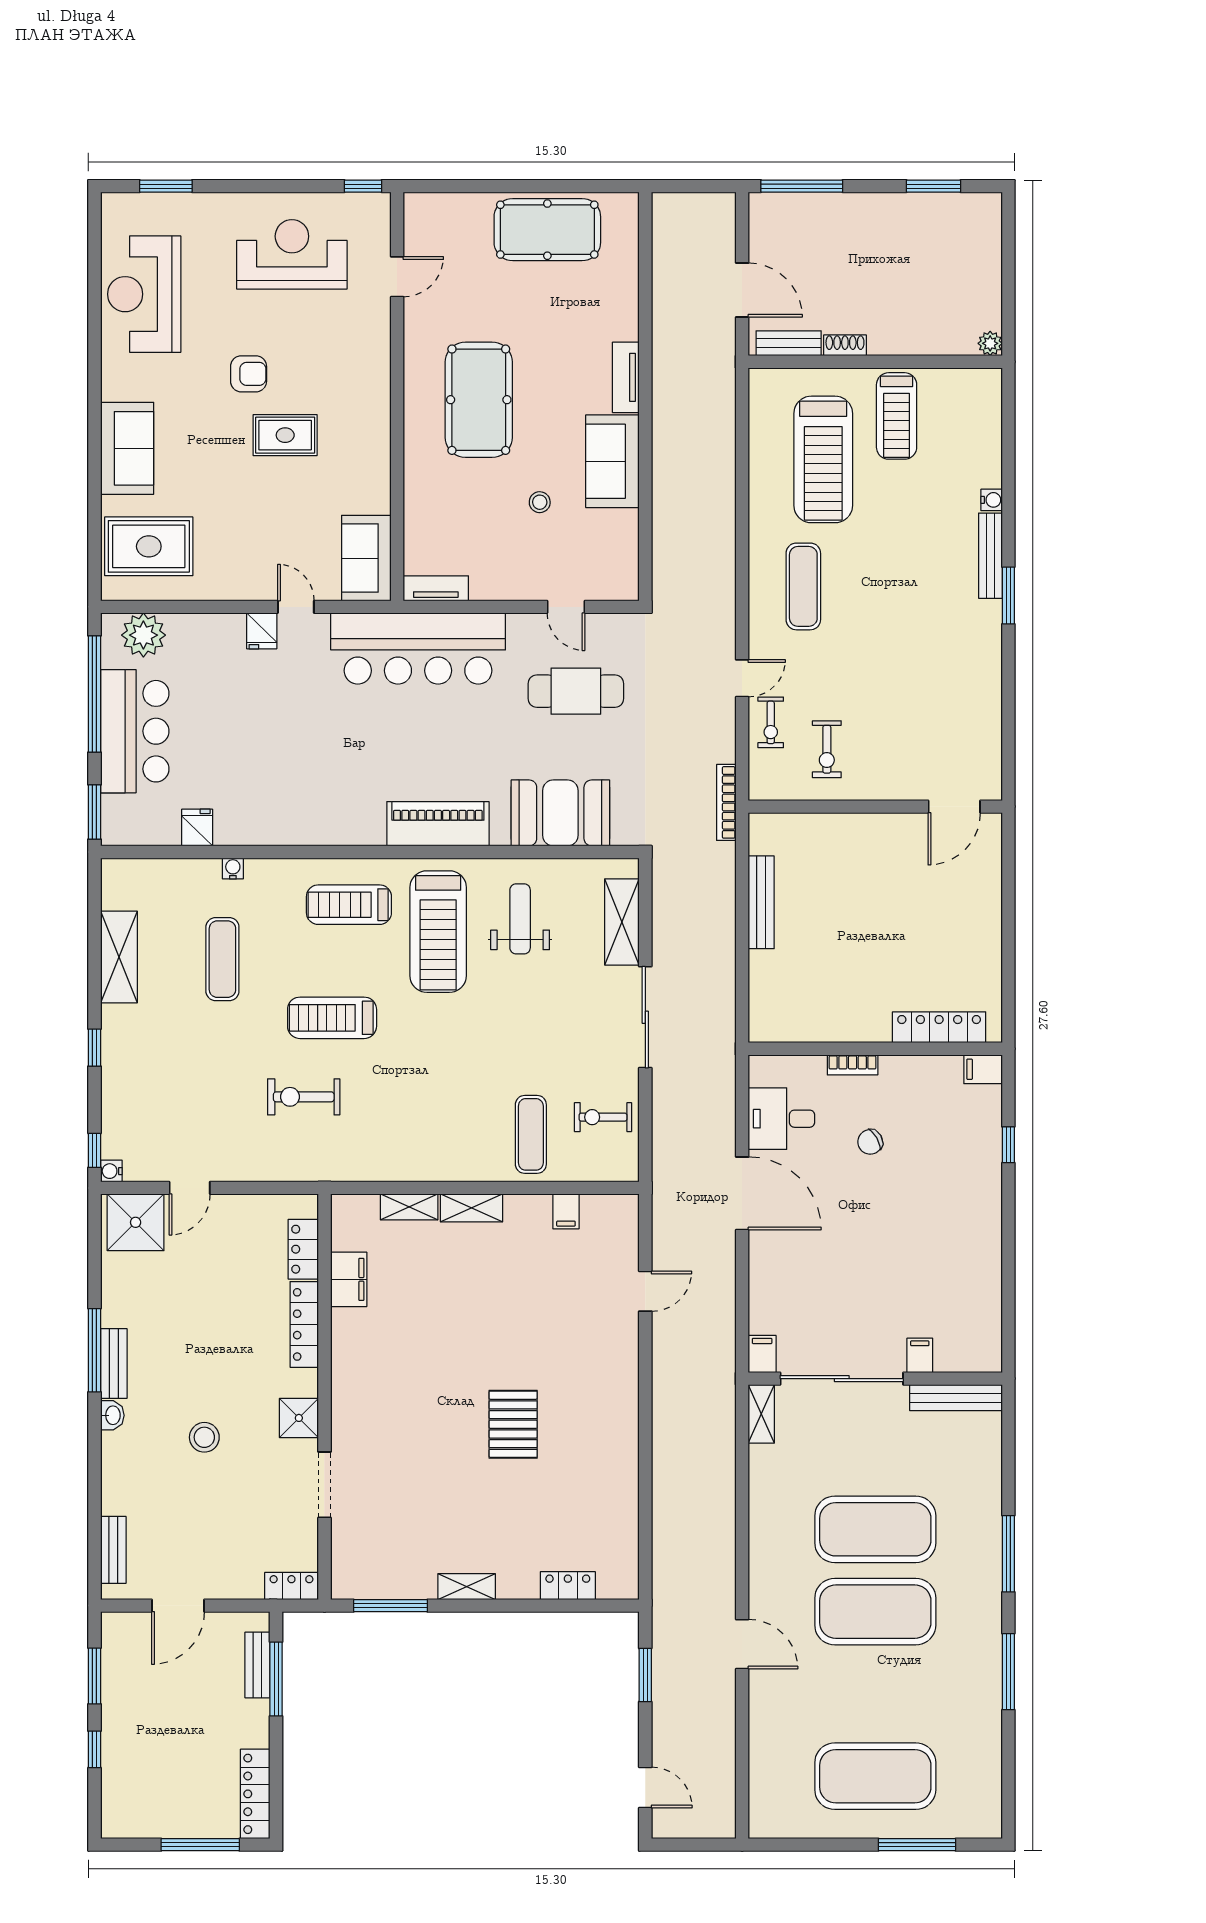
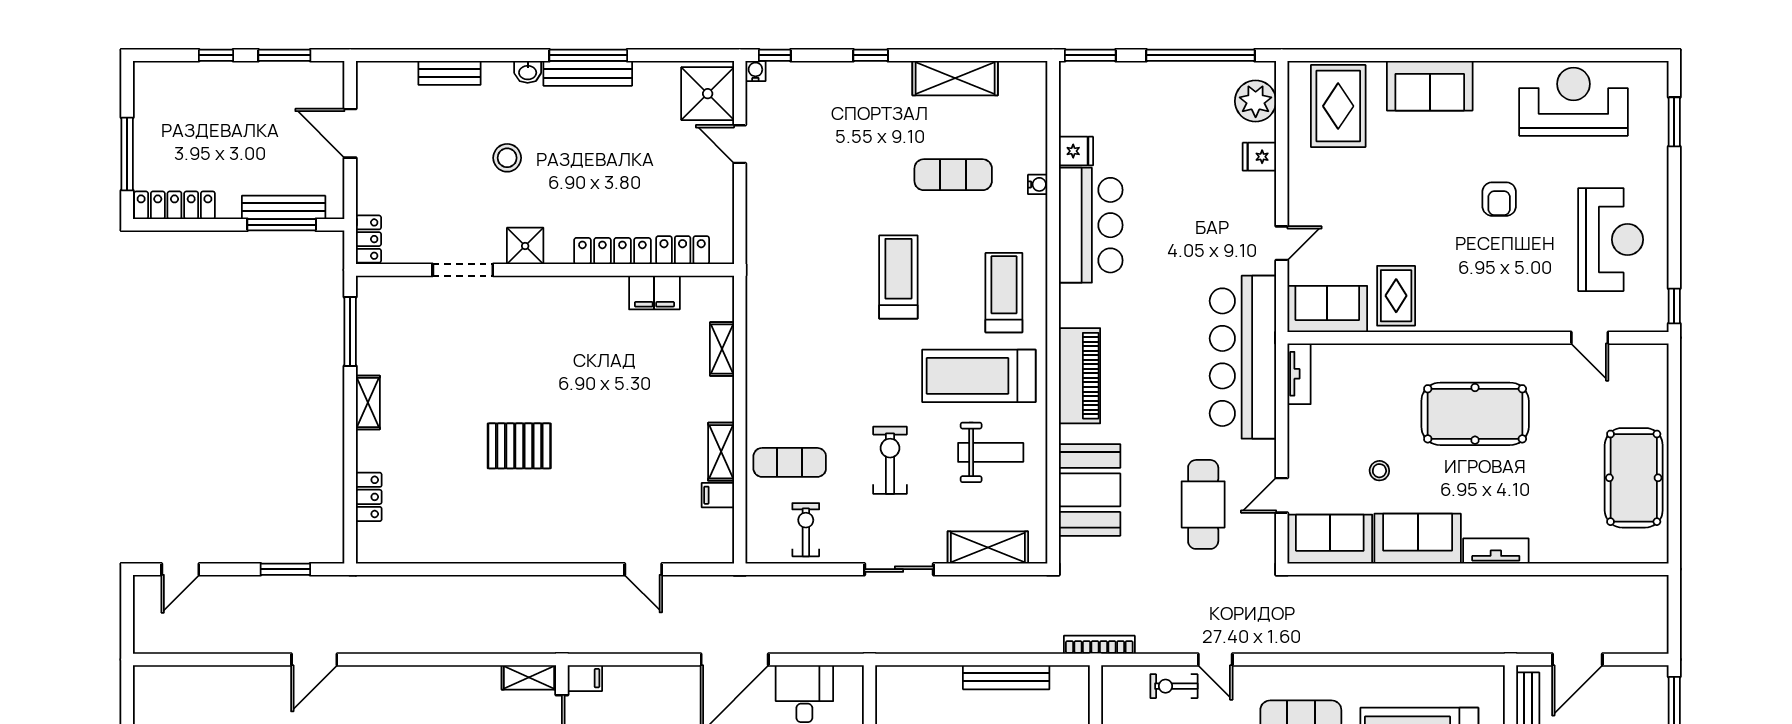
rug: (285, 435) -> (1396, 296), moved
sofa: (613, 555) -> (1330, 539), added
fridge: (262, 631) -> (1259, 157), moved
bar counter: (135, 731) -> (1091, 225), moved, turned -90
sliding door: (645, 1017) -> (899, 569), width x0.73
exercise bike: (304, 1097) -> (890, 460), moved
shelving: (471, 1208) -> (721, 452), moved
bench: (114, 1363) -> (588, 73), width x1.36
bench: (113, 1550) -> (450, 73), moved
bench: (257, 1665) -> (284, 207), width x1.36

